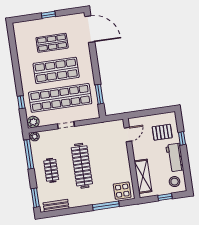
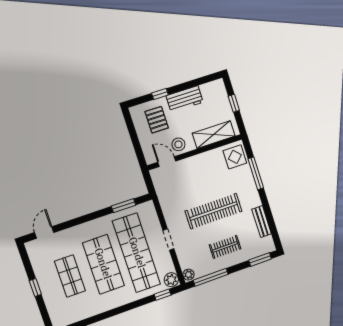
door: (90, 29) -> (44, 232), width x0.53
window: (21, 102) -> (163, 295), moved
stool: (175, 182) -> (178, 144), moved
bench: (56, 206) -> (262, 222), moved

